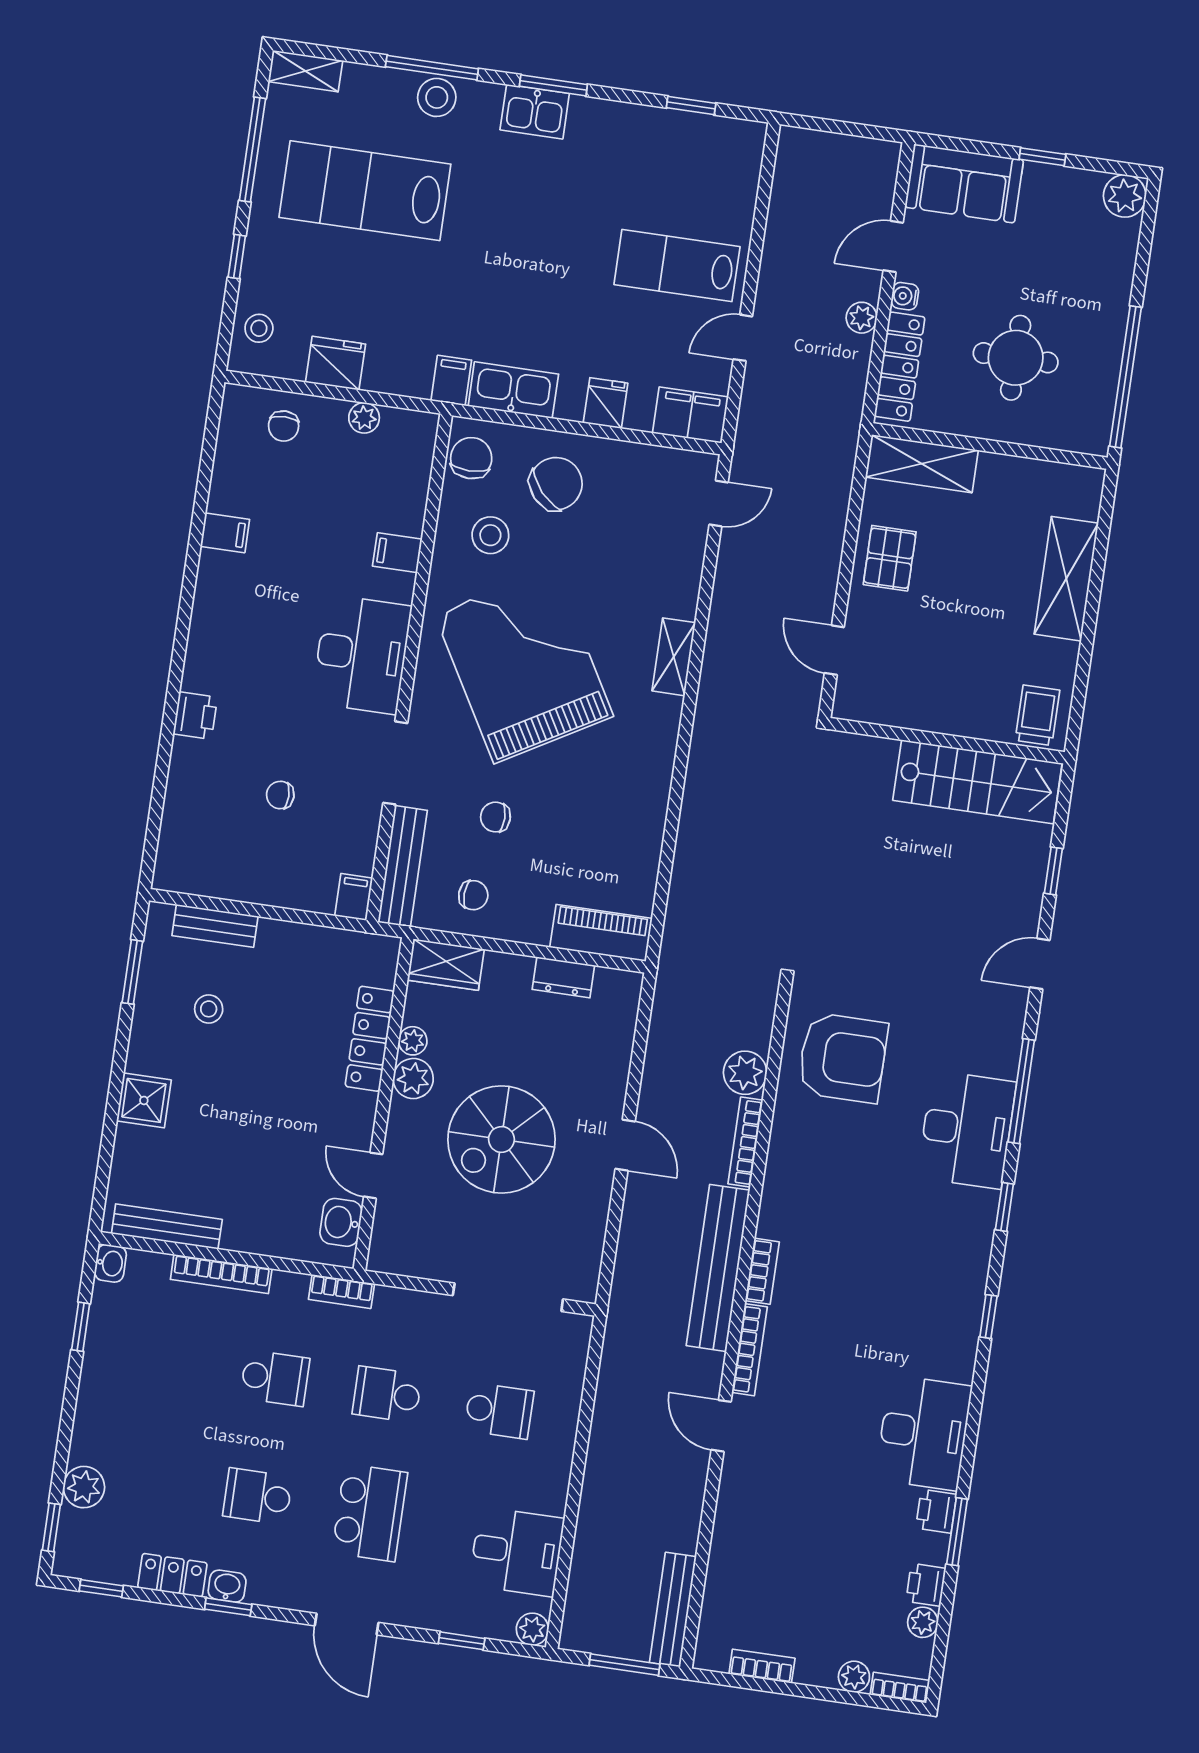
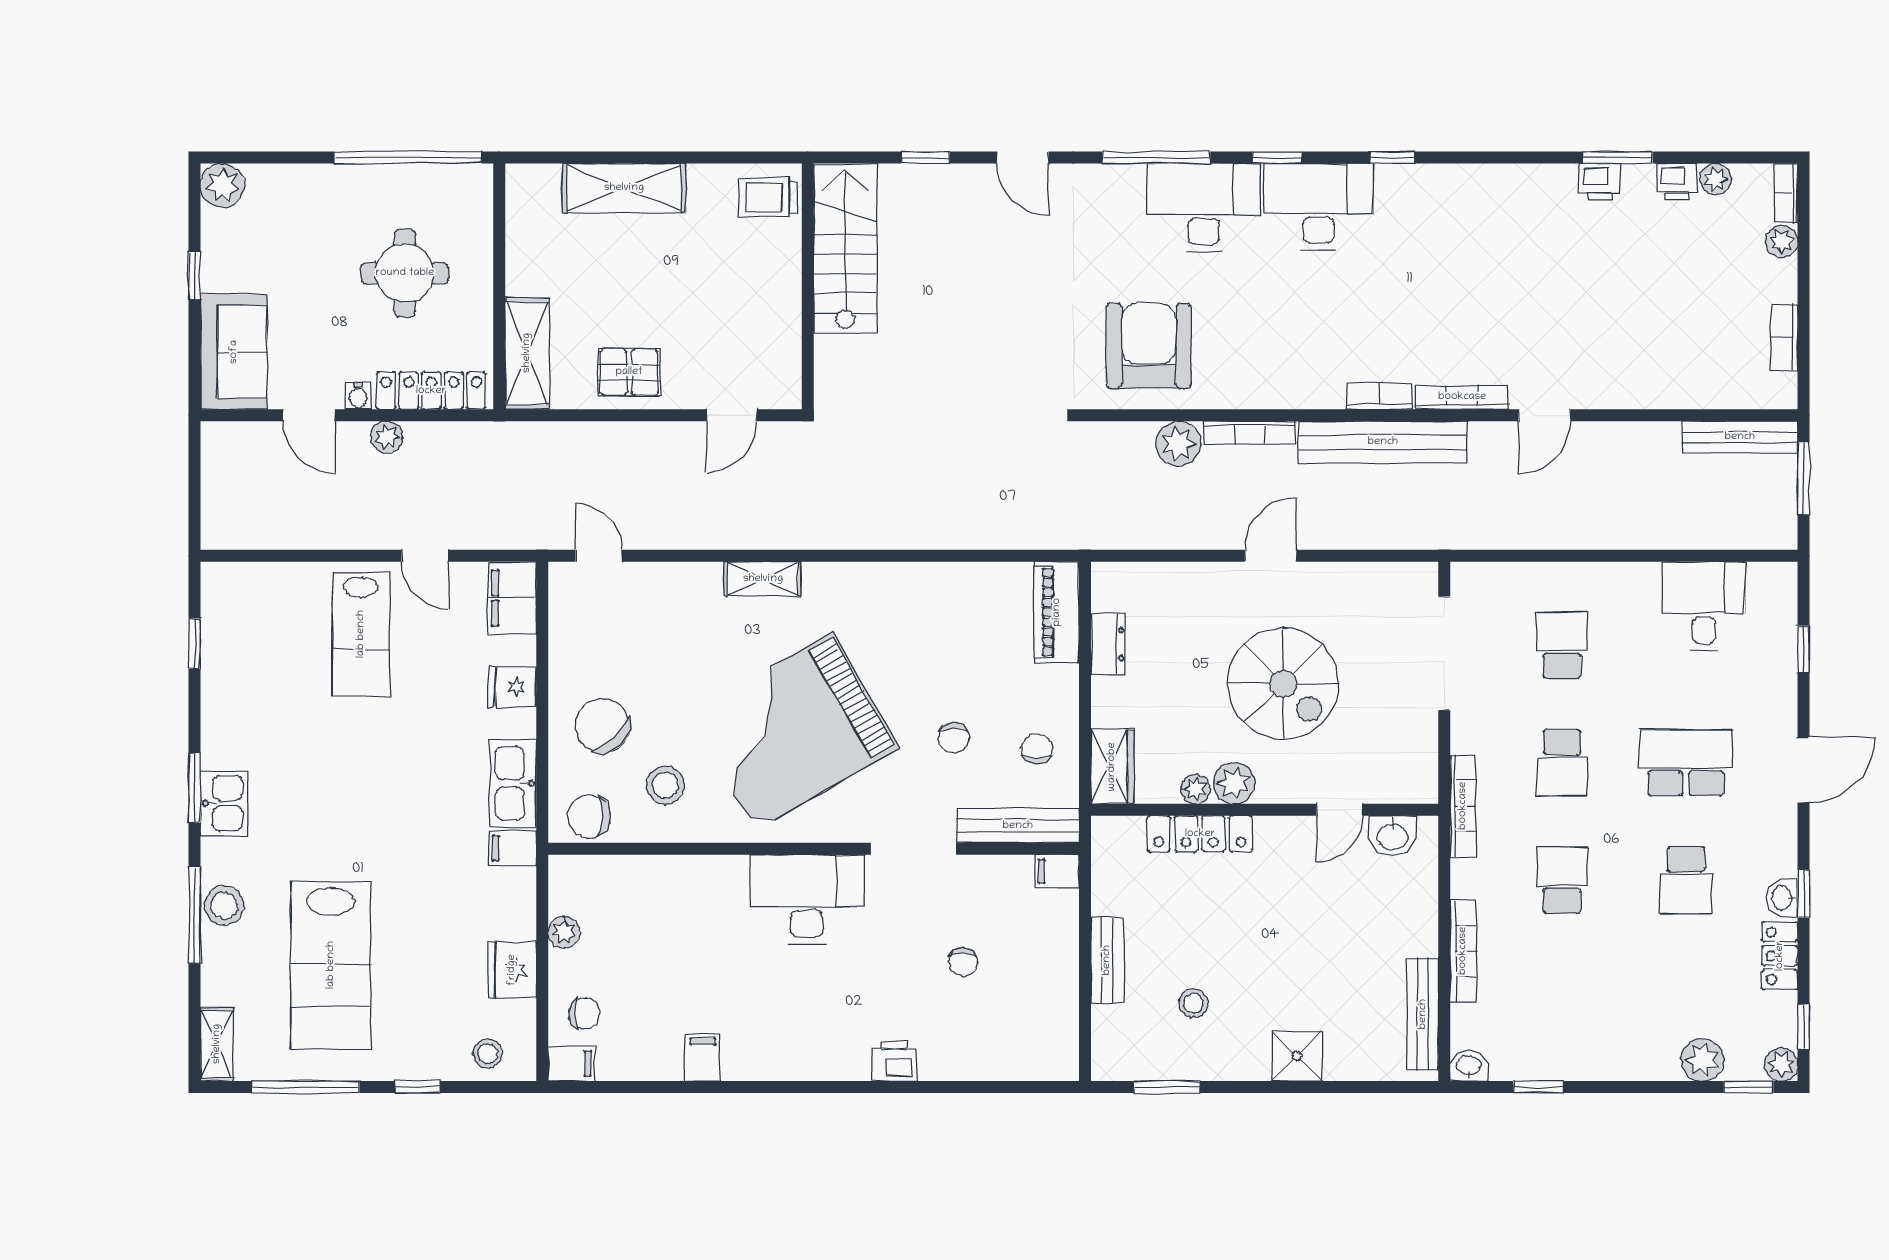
filing cabinet: (397, 553) -> (571, 1064), moved, turned -90
bench: (215, 926) -> (1107, 960), moved
bookcase: (341, 1291) -> (1463, 806), width x1.56
desk: (924, 1433) -> (1318, 207), moved
plant: (532, 1629) -> (1781, 1064), moved

